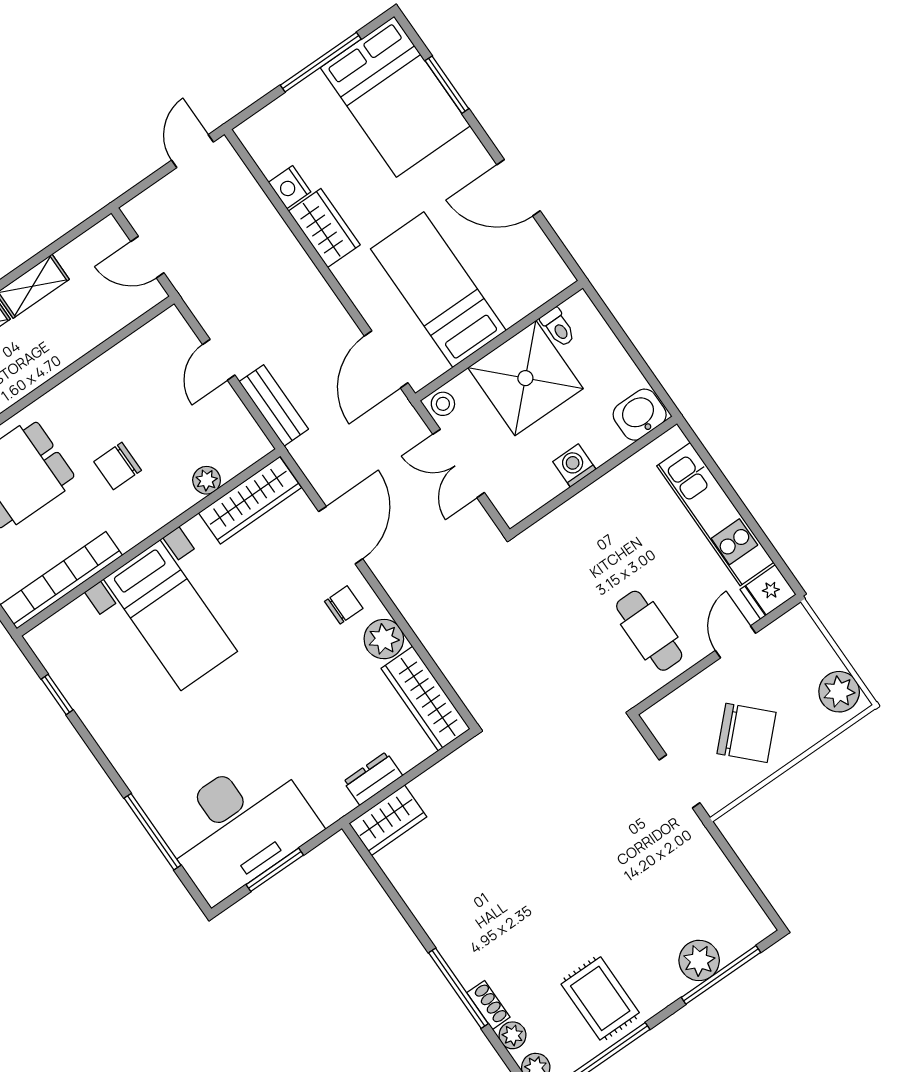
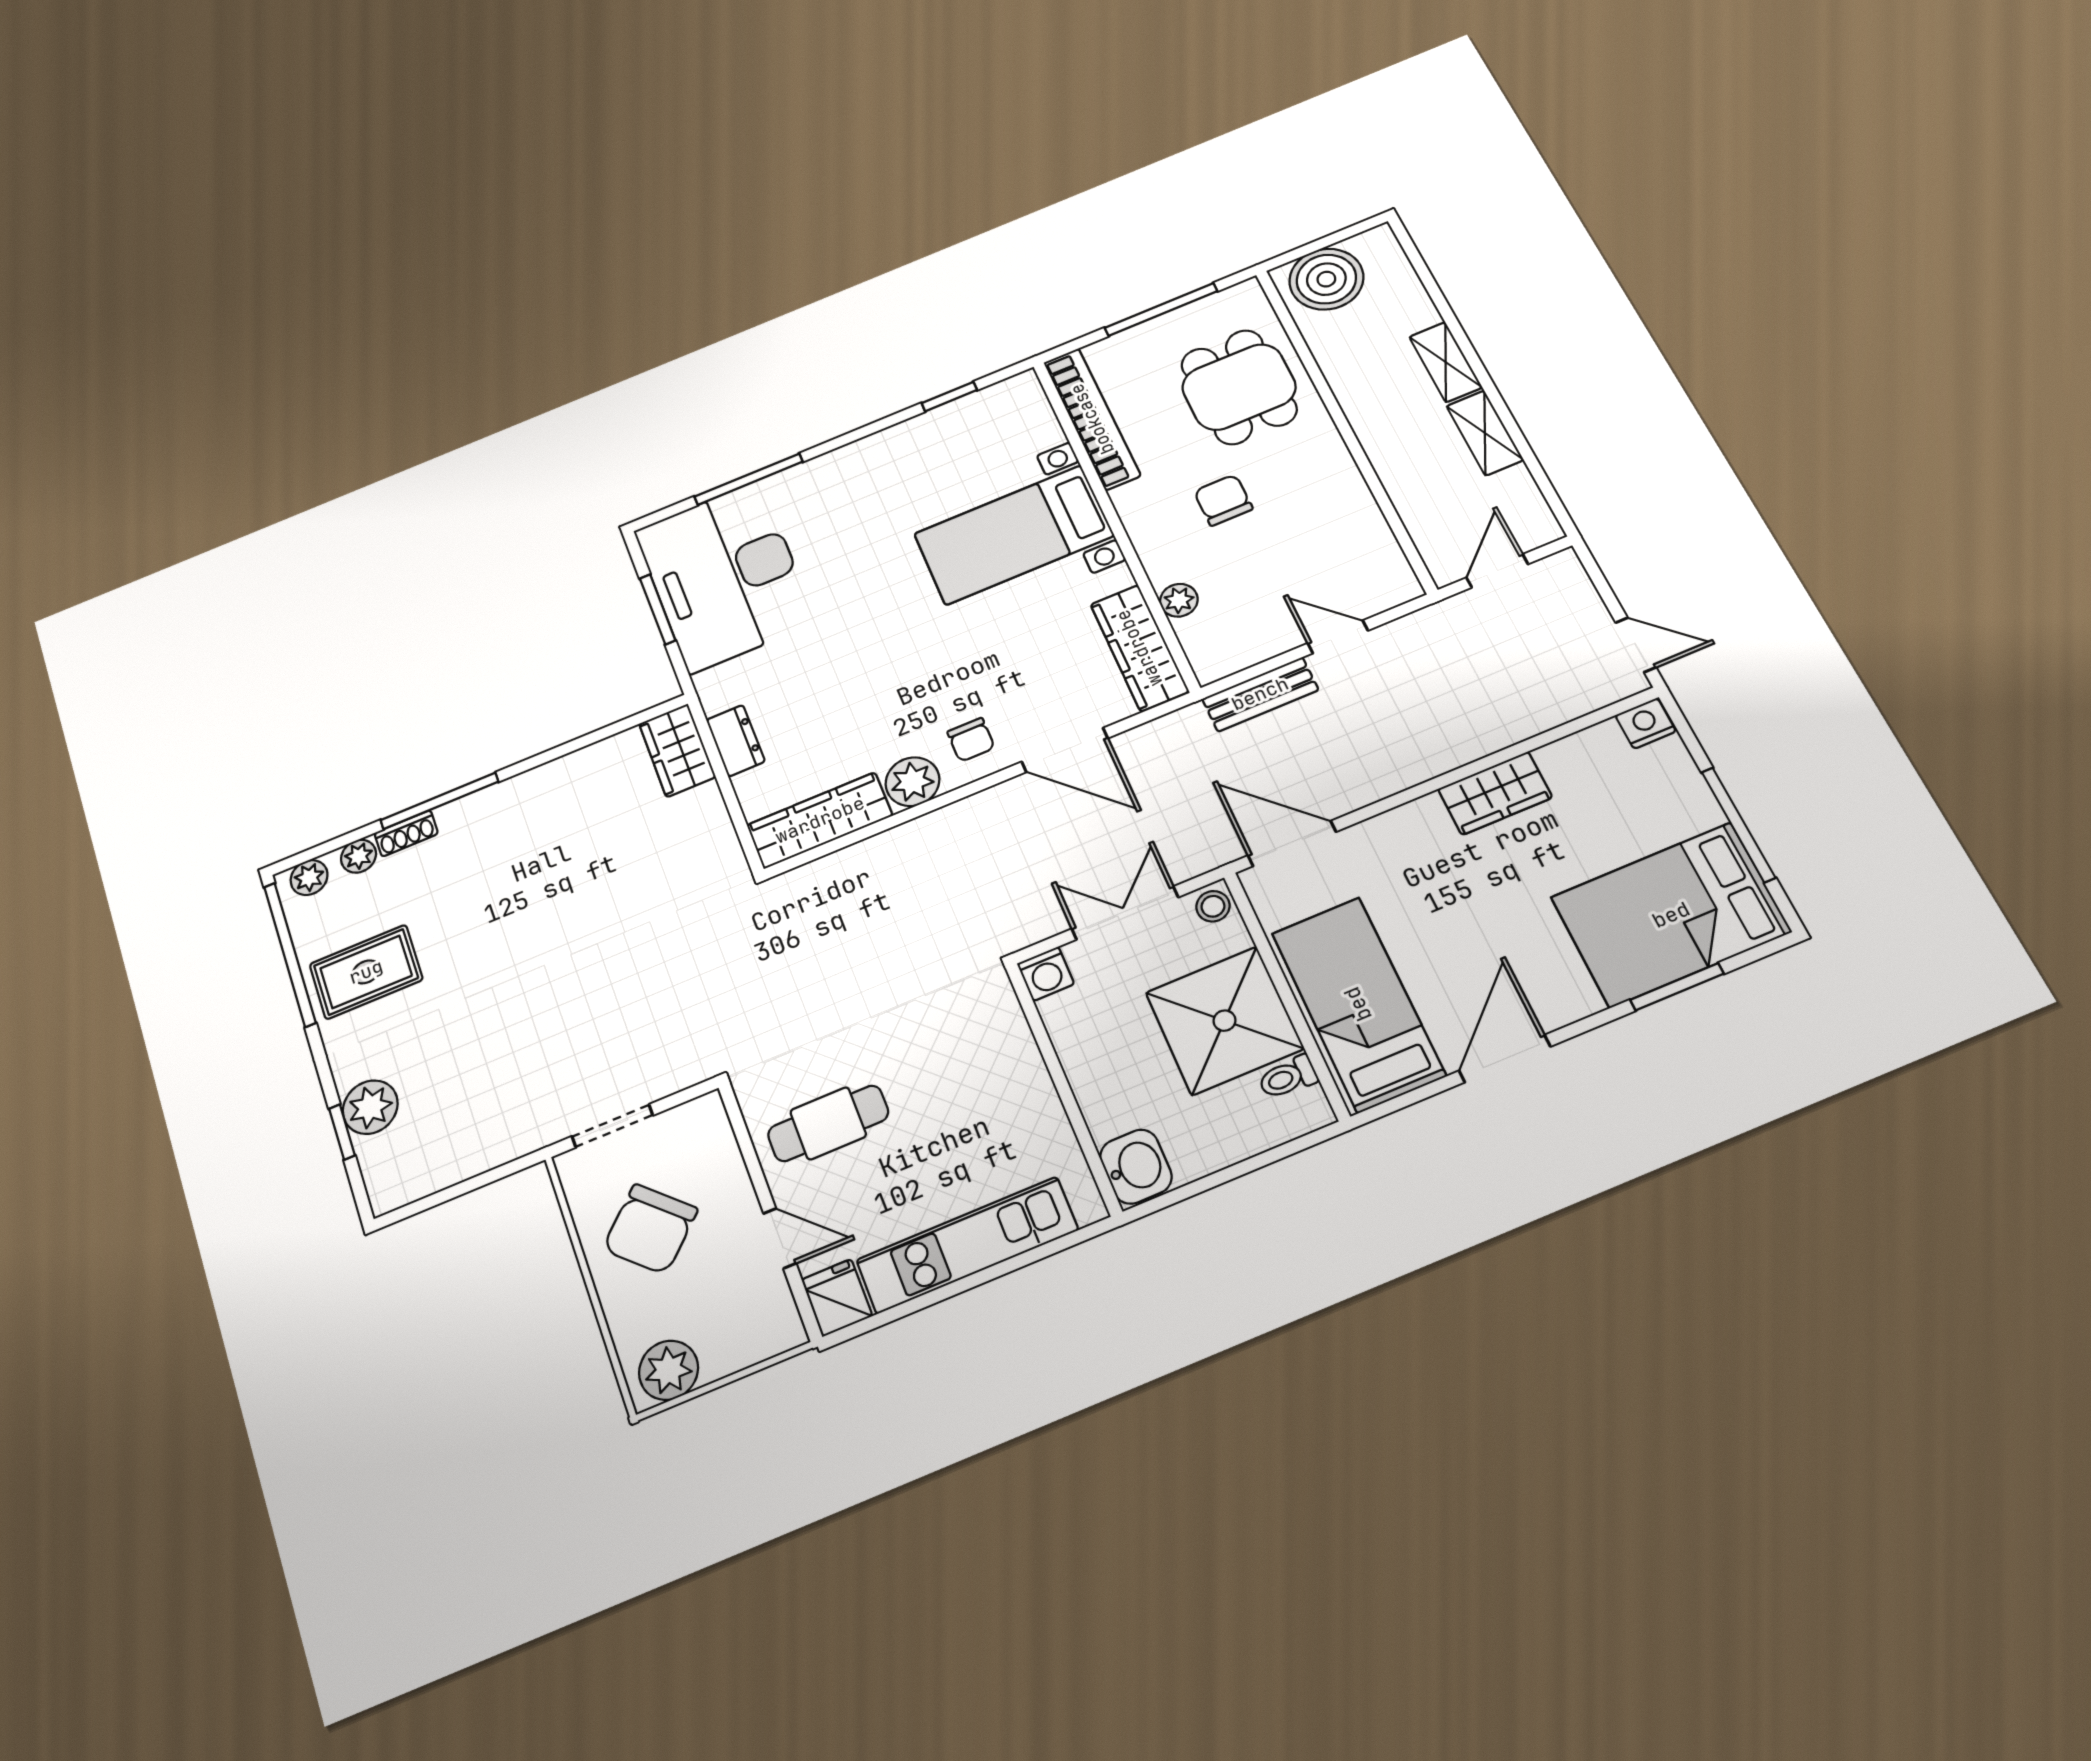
nightstand: (290, 187) -> (1646, 723), moved
bed: (438, 290) -> (1358, 1004), moved, turned -90
washing machine: (574, 465) -> (1046, 974), moved, turned 90
window: (721, 975) -> (342, 1132), width x0.46

